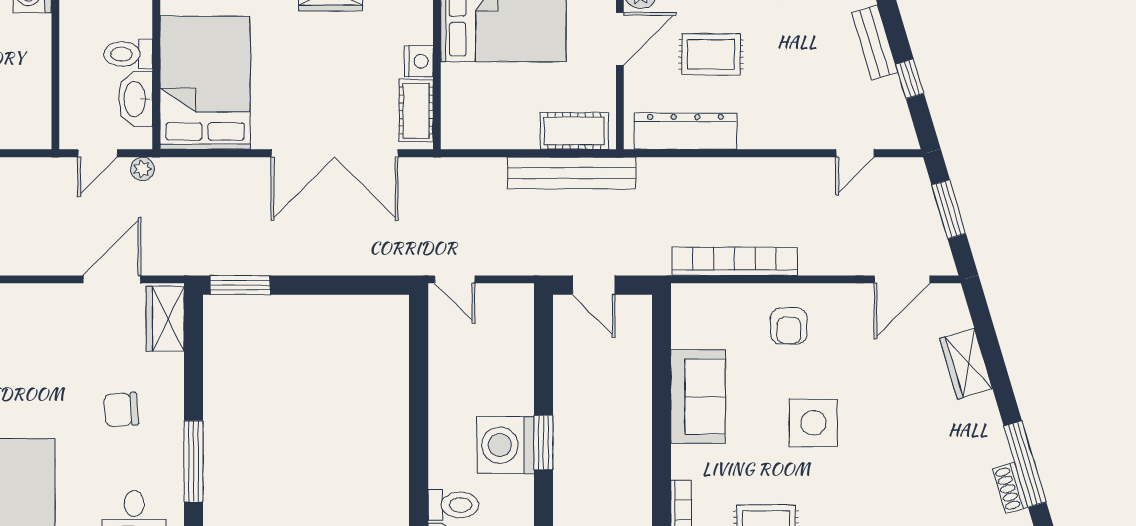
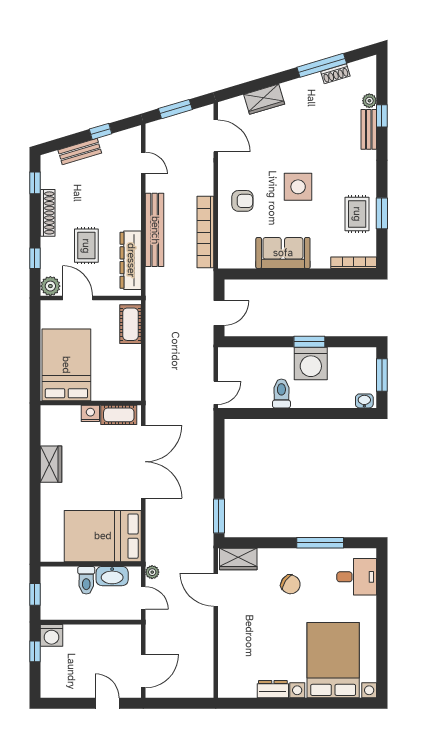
bench: (572, 173) -> (155, 230), moved
chair: (121, 410) -> (290, 584), turned -52
toilet: (453, 505) -> (281, 393), moved

